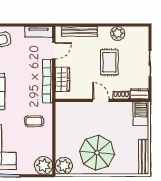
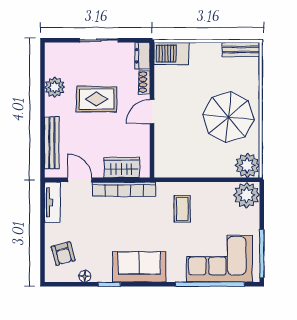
bench: (144, 157) -> (241, 49), width x0.73

